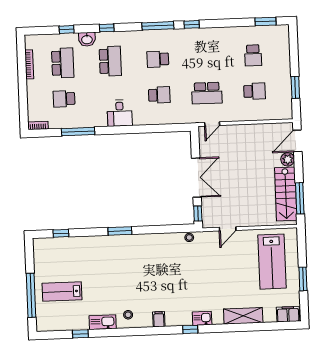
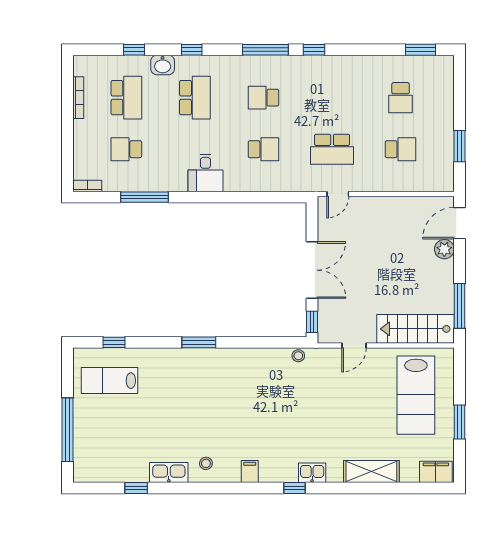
stairs: (286, 194) -> (416, 329), moved, turned 90
lab bench: (62, 291) -> (109, 381), moved

